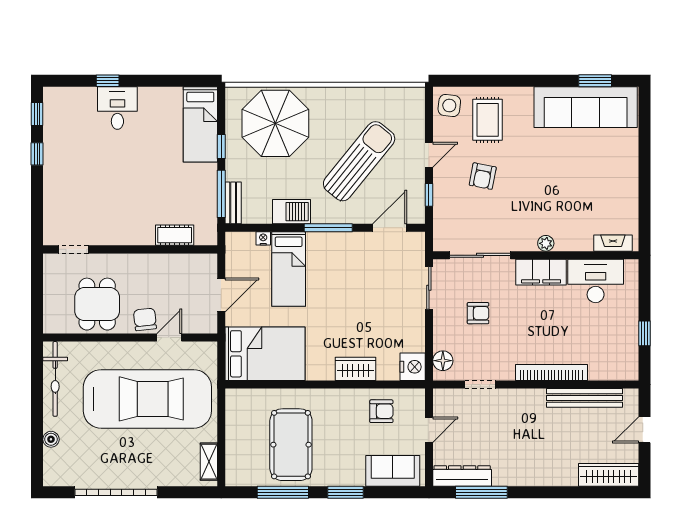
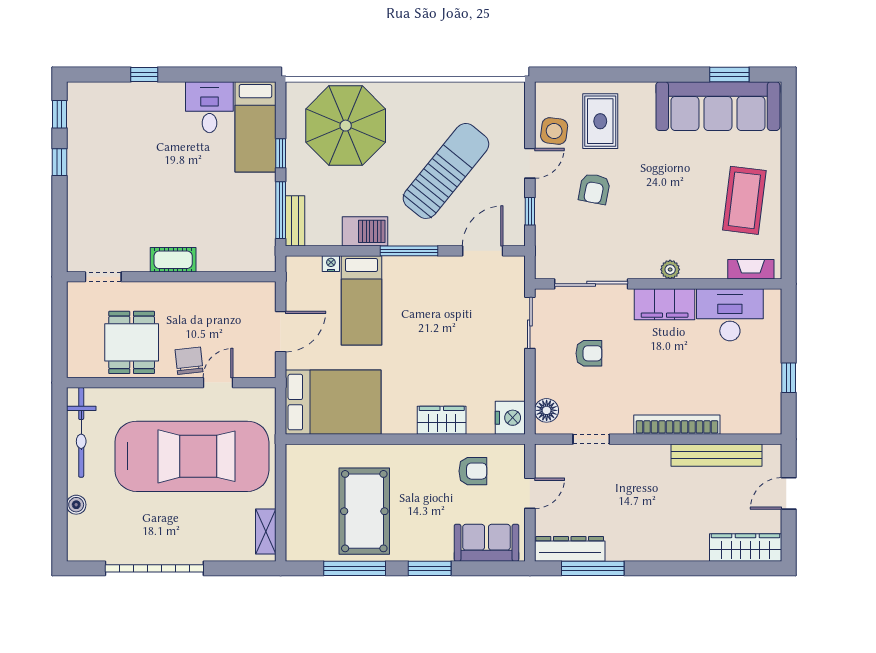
side table: (449, 105) -> (554, 131), moved
desk: (117, 108) -> (209, 107), moved
coffee table: (608, 186) -> (744, 200), added
cot: (175, 235) -> (173, 260), moved

